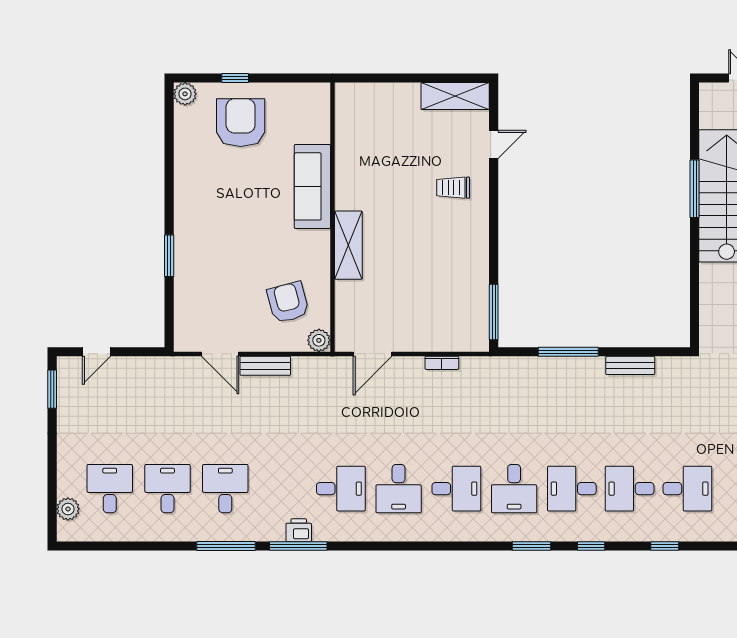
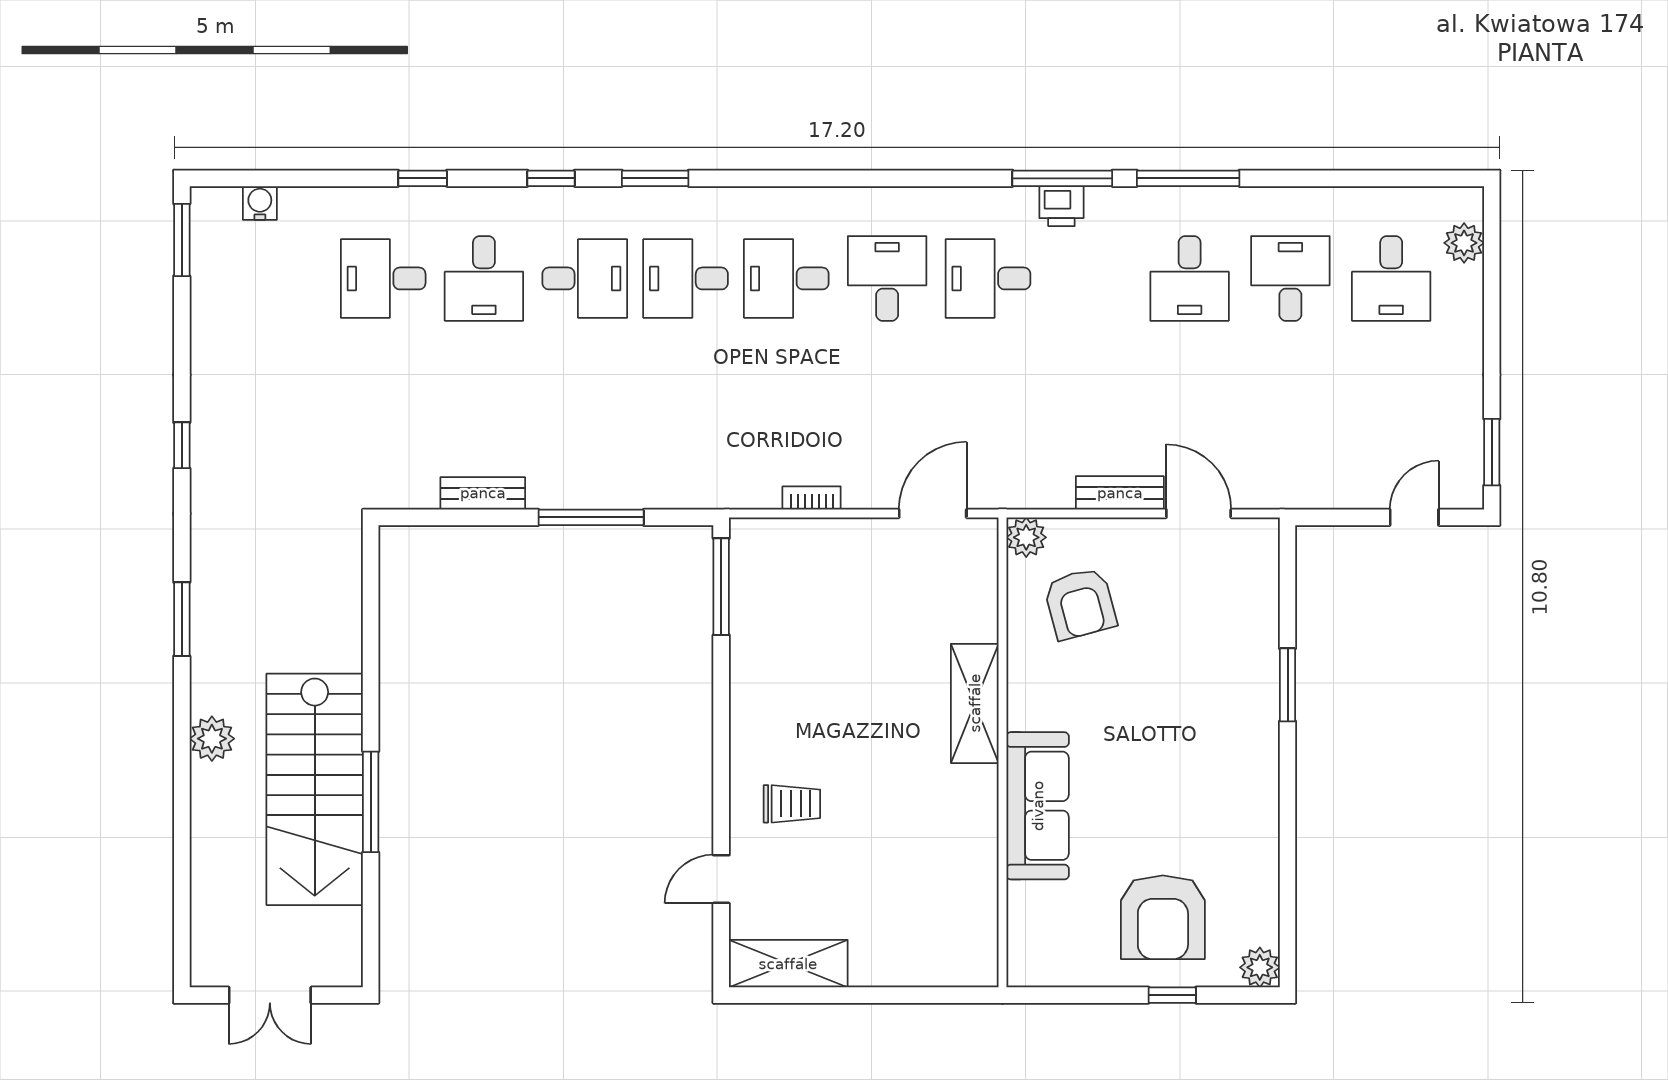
desk: (168, 489) -> (1290, 278), turned 180
desk: (514, 489) -> (686, 278), turned -90
desk: (630, 489) -> (484, 278), turned 90

